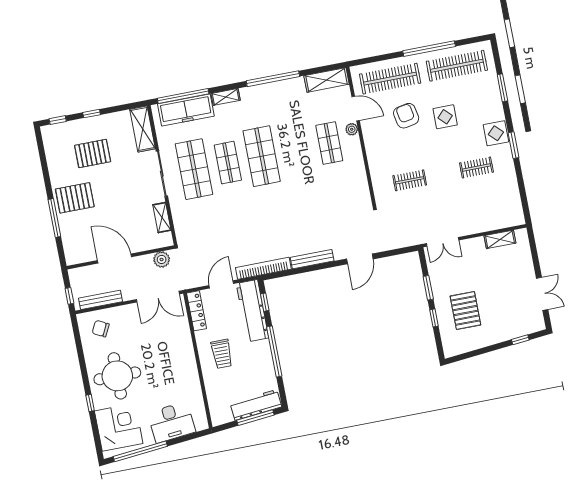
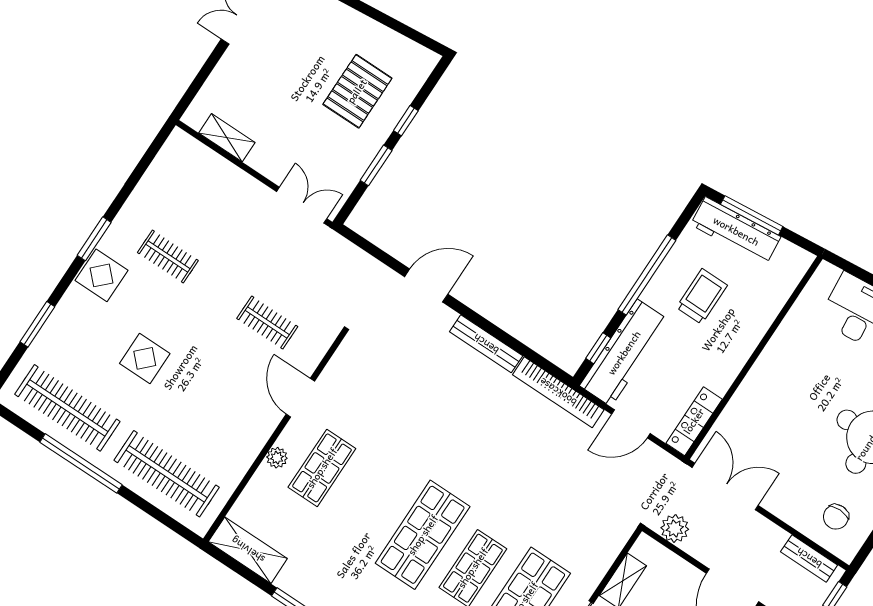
door: (356, 109) -> (300, 398), moved
armchair: (406, 116) -> (192, 408), removed
bench: (101, 300) -> (809, 558), width x0.73
chair: (101, 329) -> (836, 517), turned 63
trolley: (222, 354) -> (702, 296), moved

